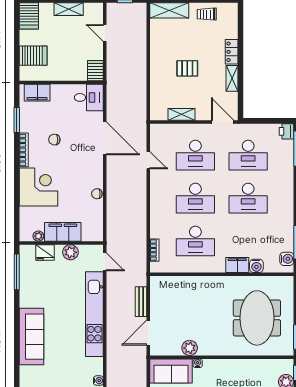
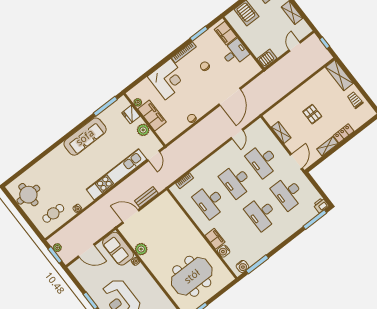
desk: (89, 97) -> (235, 53), moved, turned -90
sofa: (32, 337) -> (85, 137), moved

